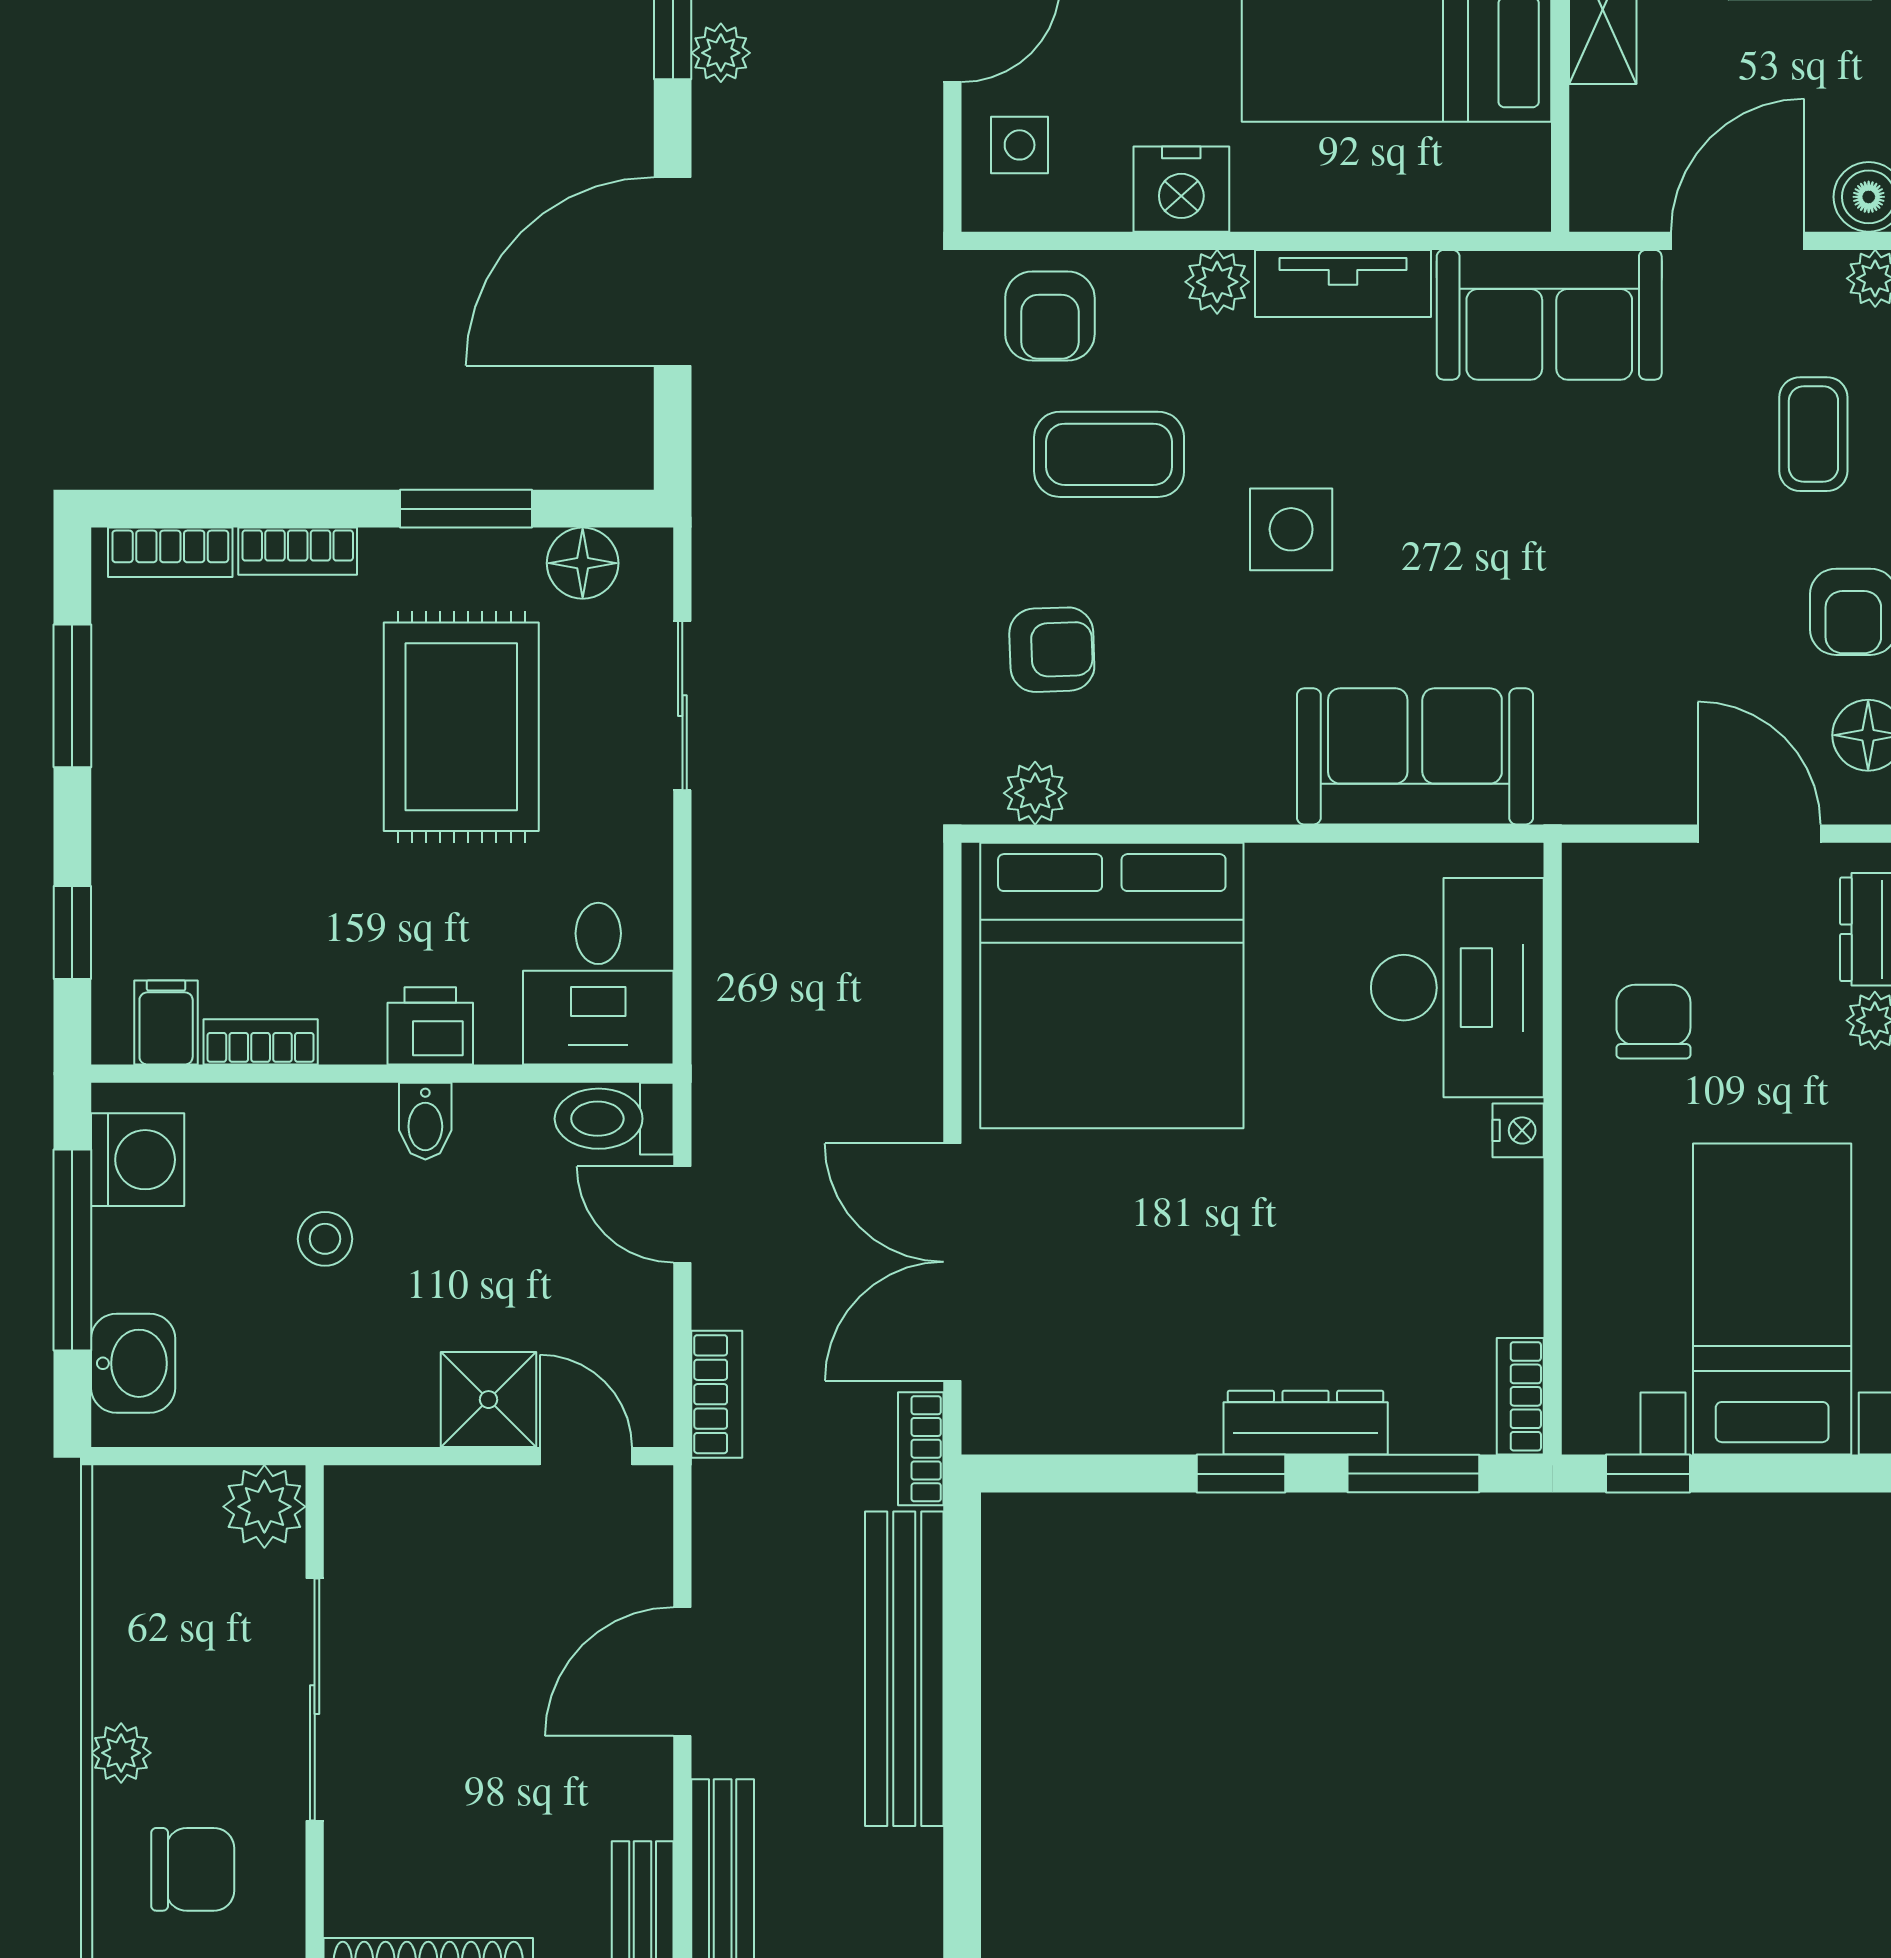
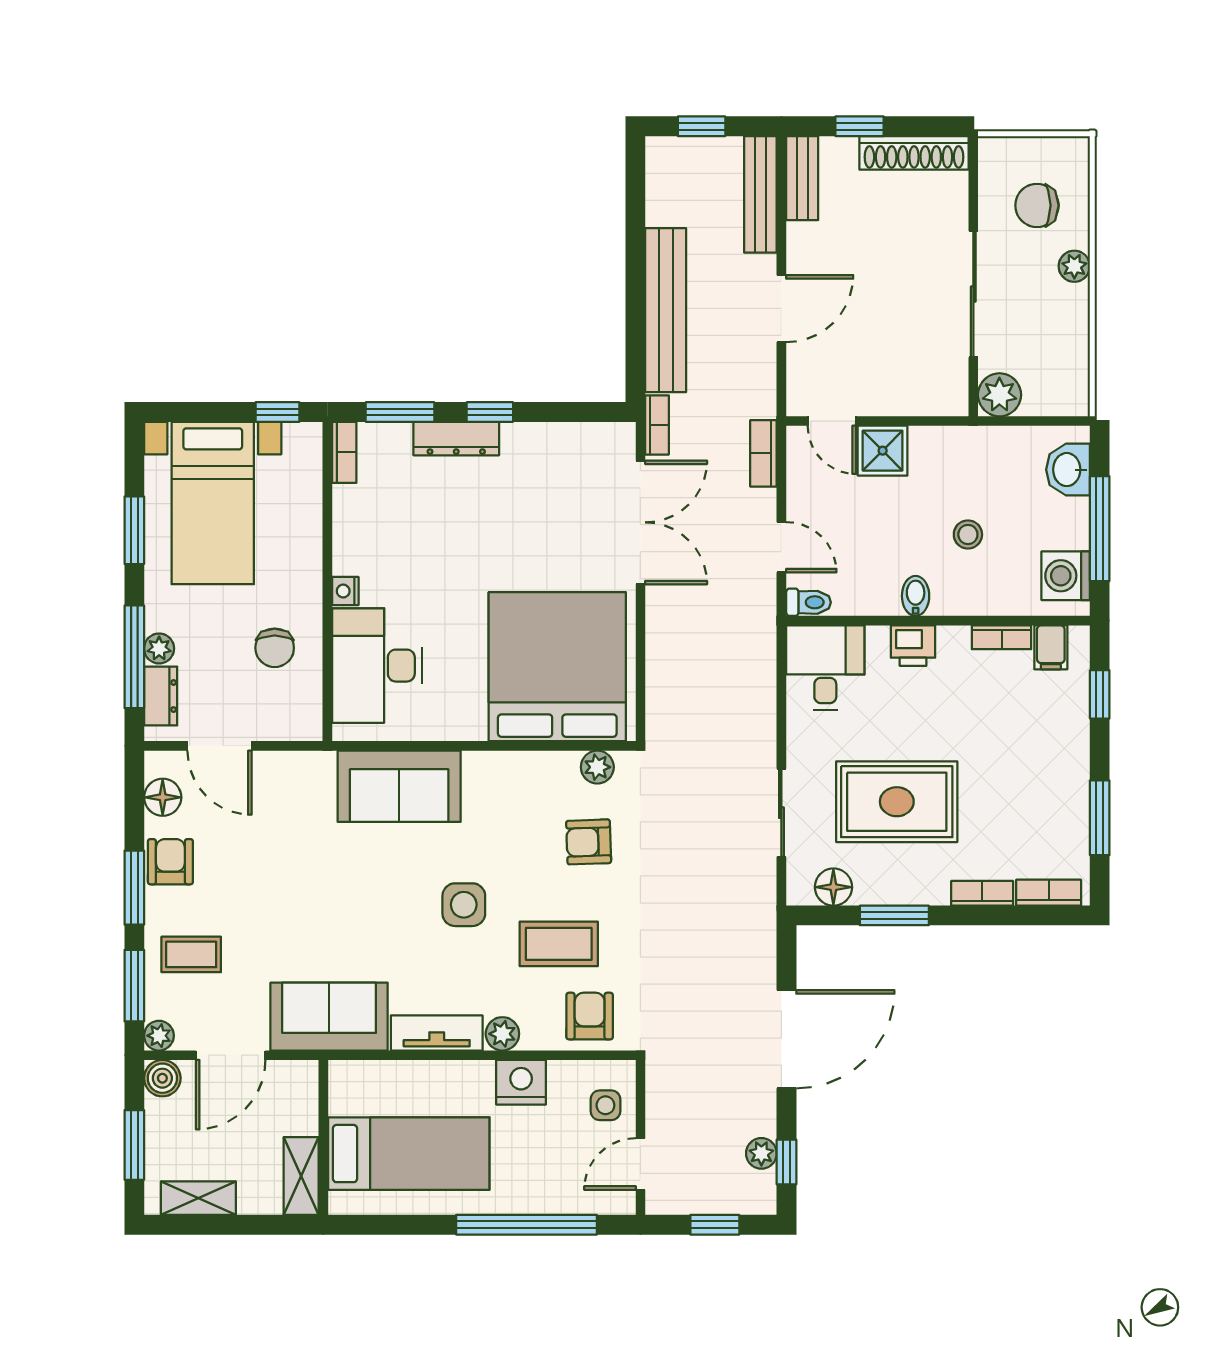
coffee table: (1813, 434) -> (191, 954), turned 90
rug: (461, 727) -> (897, 802), turned 90
toilet: (614, 1119) -> (808, 602), width x0.73, depth x0.72

